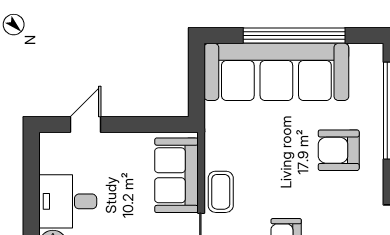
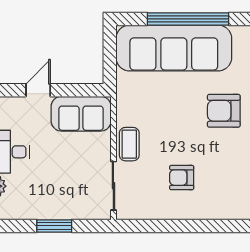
door: (86, 125) -> (38, 90), moved
sofa: (176, 175) -> (81, 114), moved, turned -90

